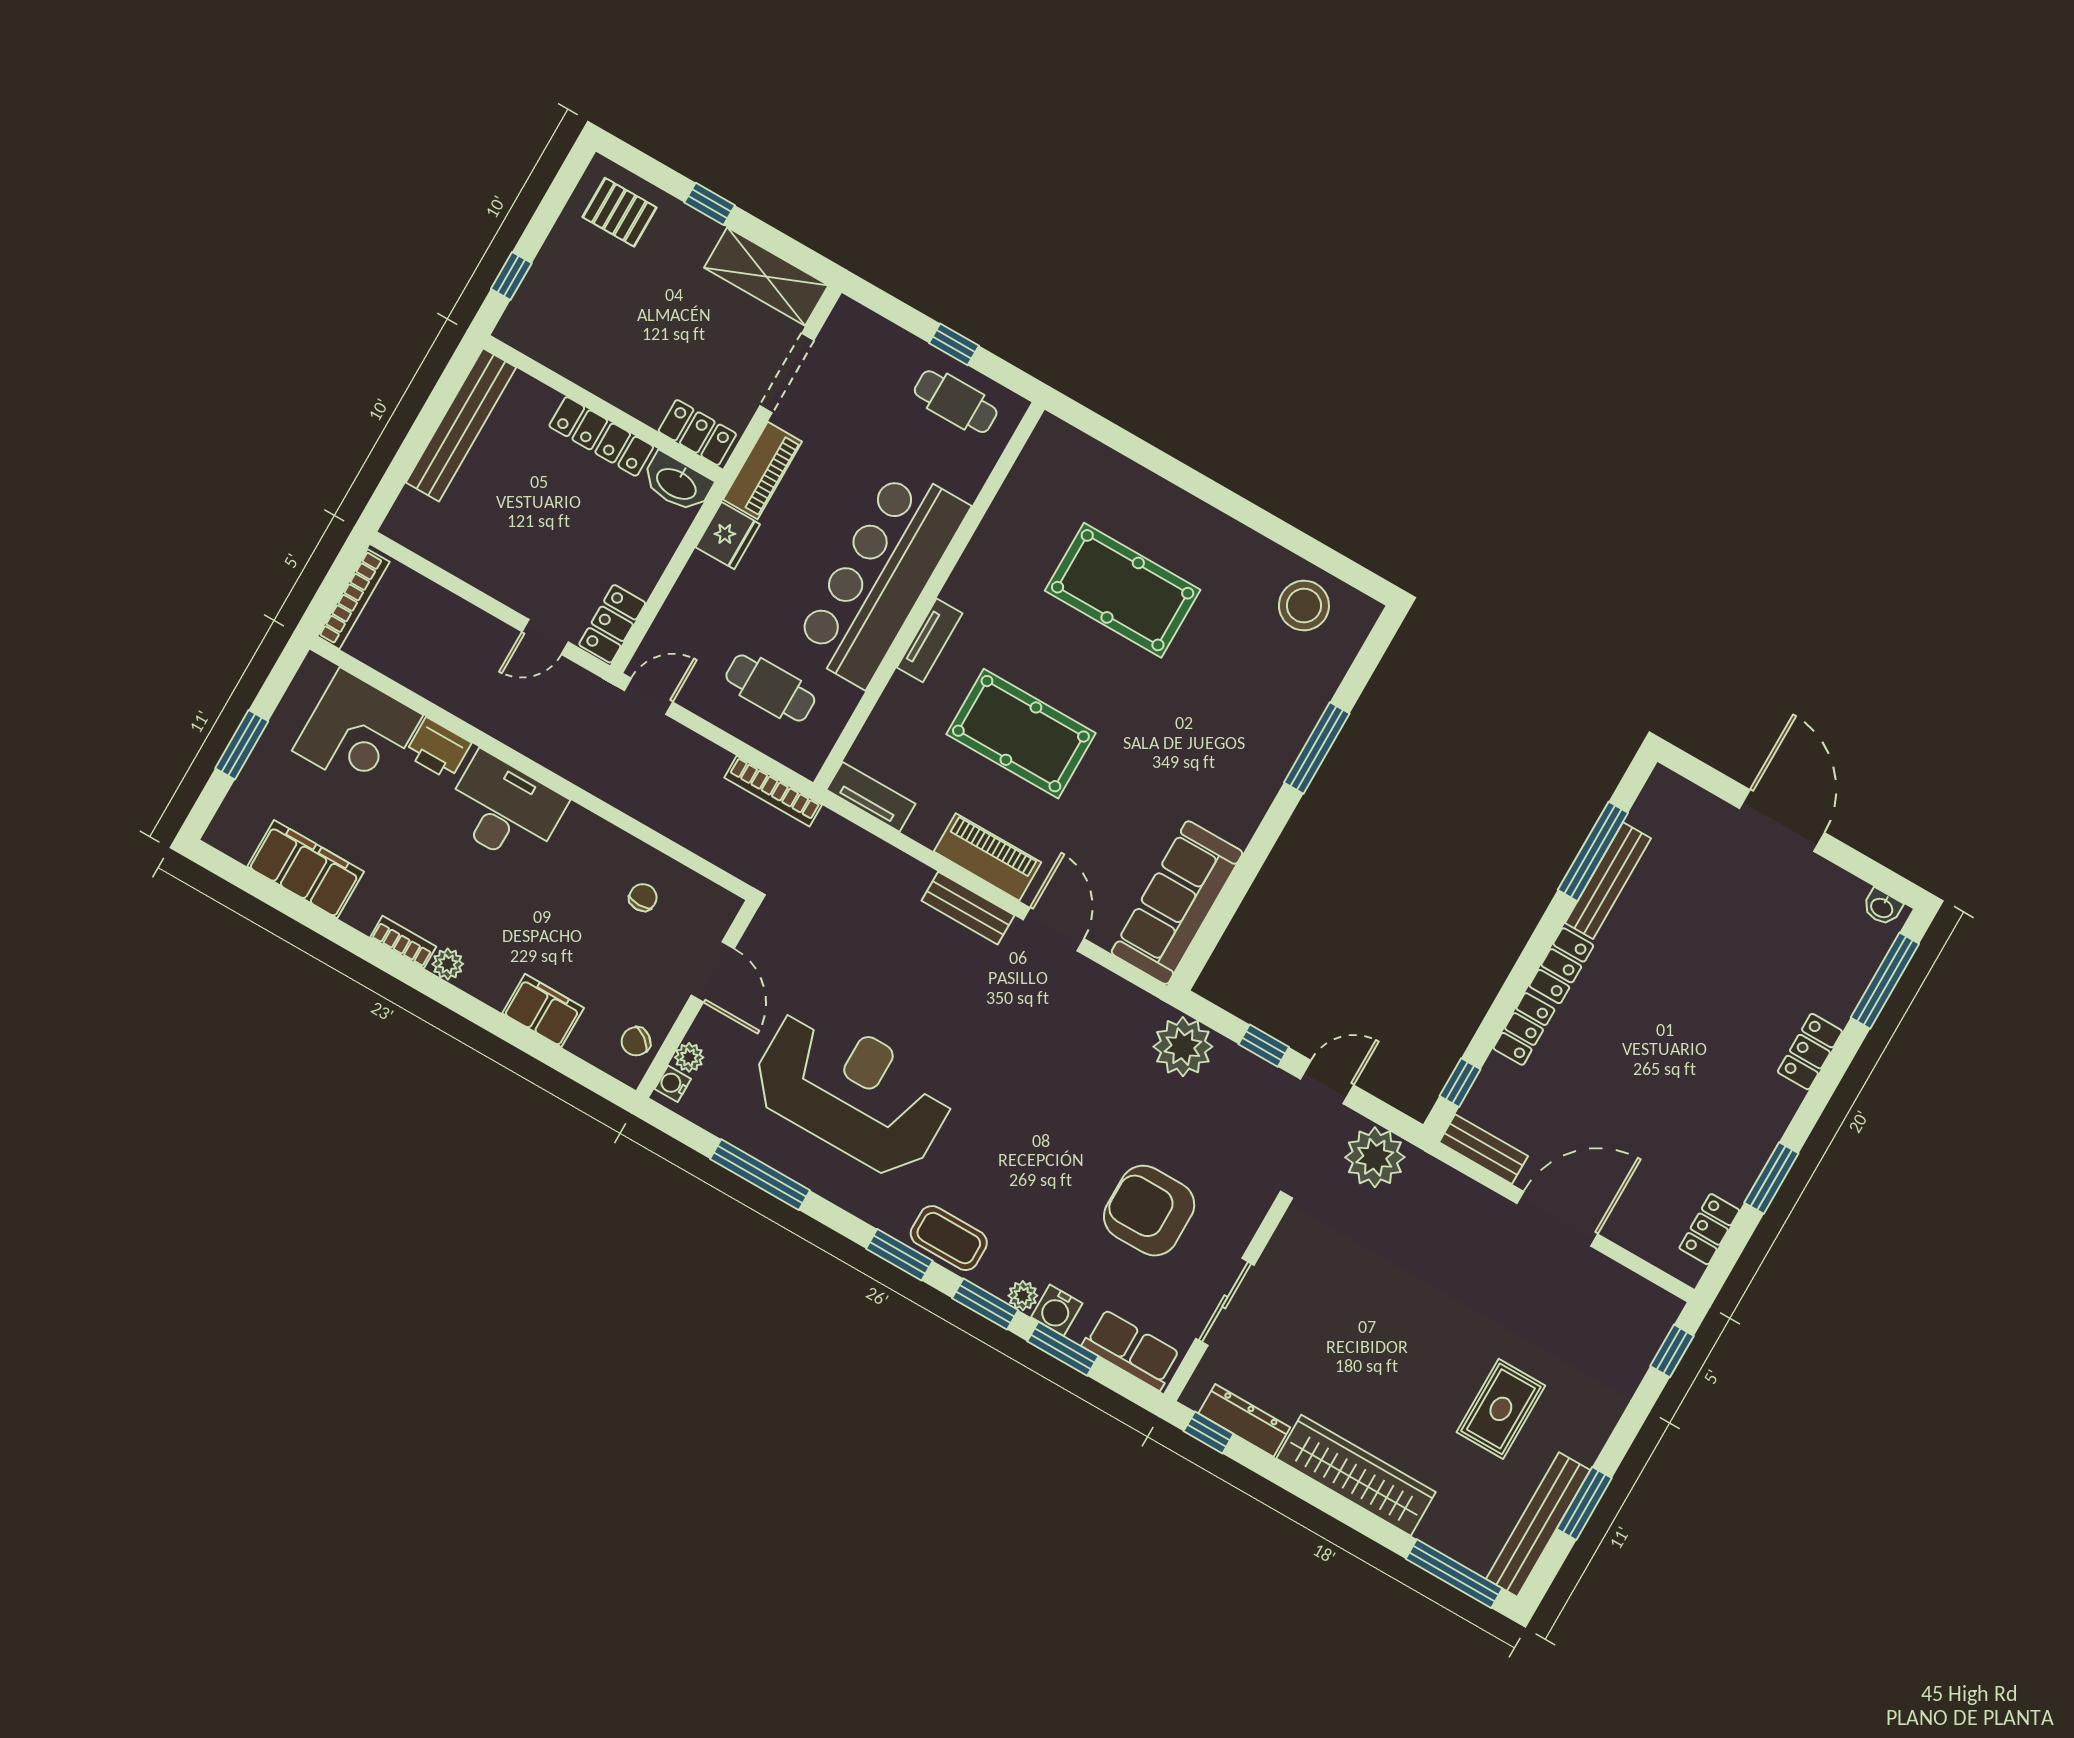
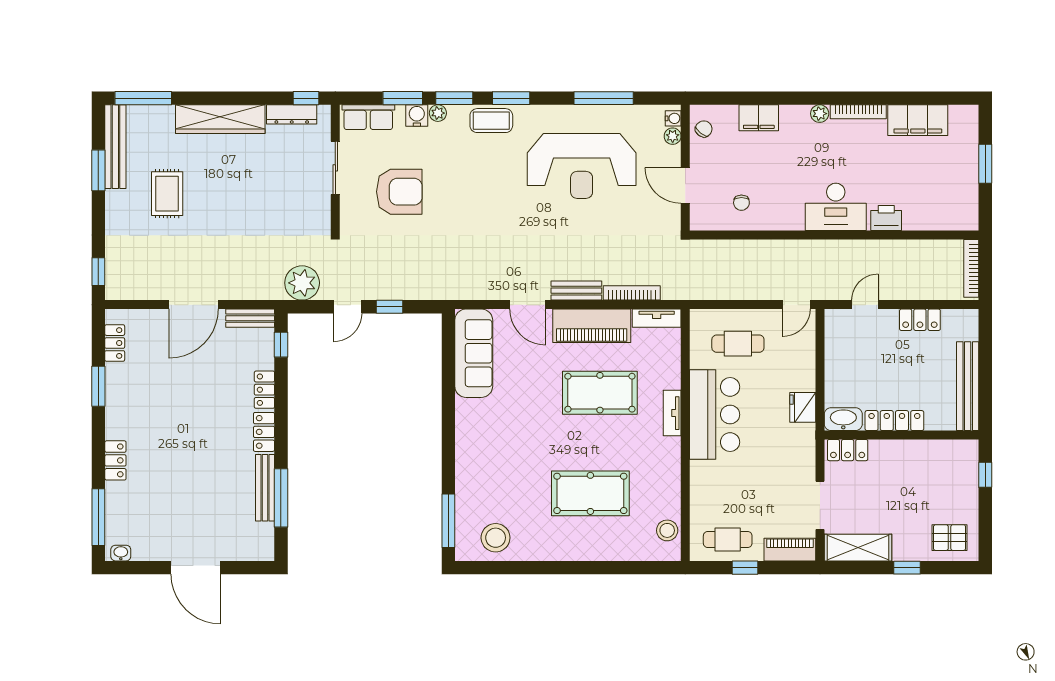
stool: (1039, 468) -> (667, 530), added
piano: (763, 470) -> (790, 550), moved, turned 90
bar counter: (881, 577) -> (715, 415), width x0.73
locker: (612, 624) -> (920, 320), moved, turned 90
corner desk: (357, 733) -> (931, 203), removed
window: (1317, 748) -> (448, 521), moved
bookcase: (773, 791) -> (632, 293), moved
piano: (987, 857) -> (592, 326), width x1.37, depth x1.33
bookcase: (403, 942) -> (858, 112), width x1.56
plant: (1183, 1047) -> (429, 283), removed

